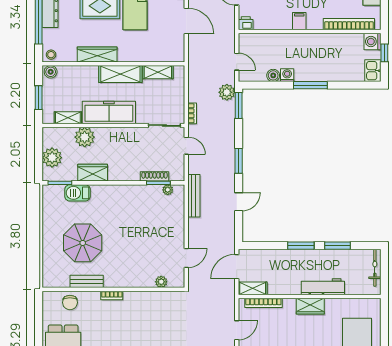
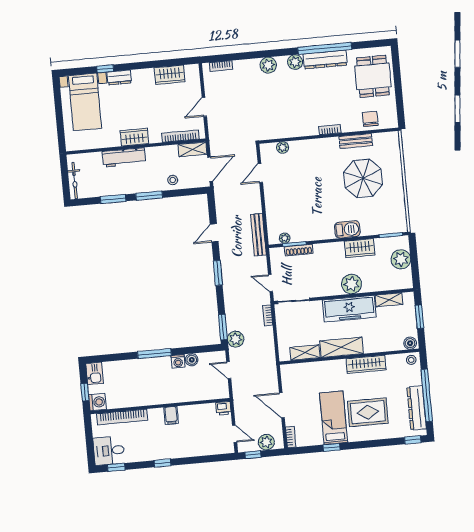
plant: (85, 137) -> (352, 284), moved
barbecue: (77, 193) -> (347, 229), moved
stool: (276, 259) -> (173, 180), added

